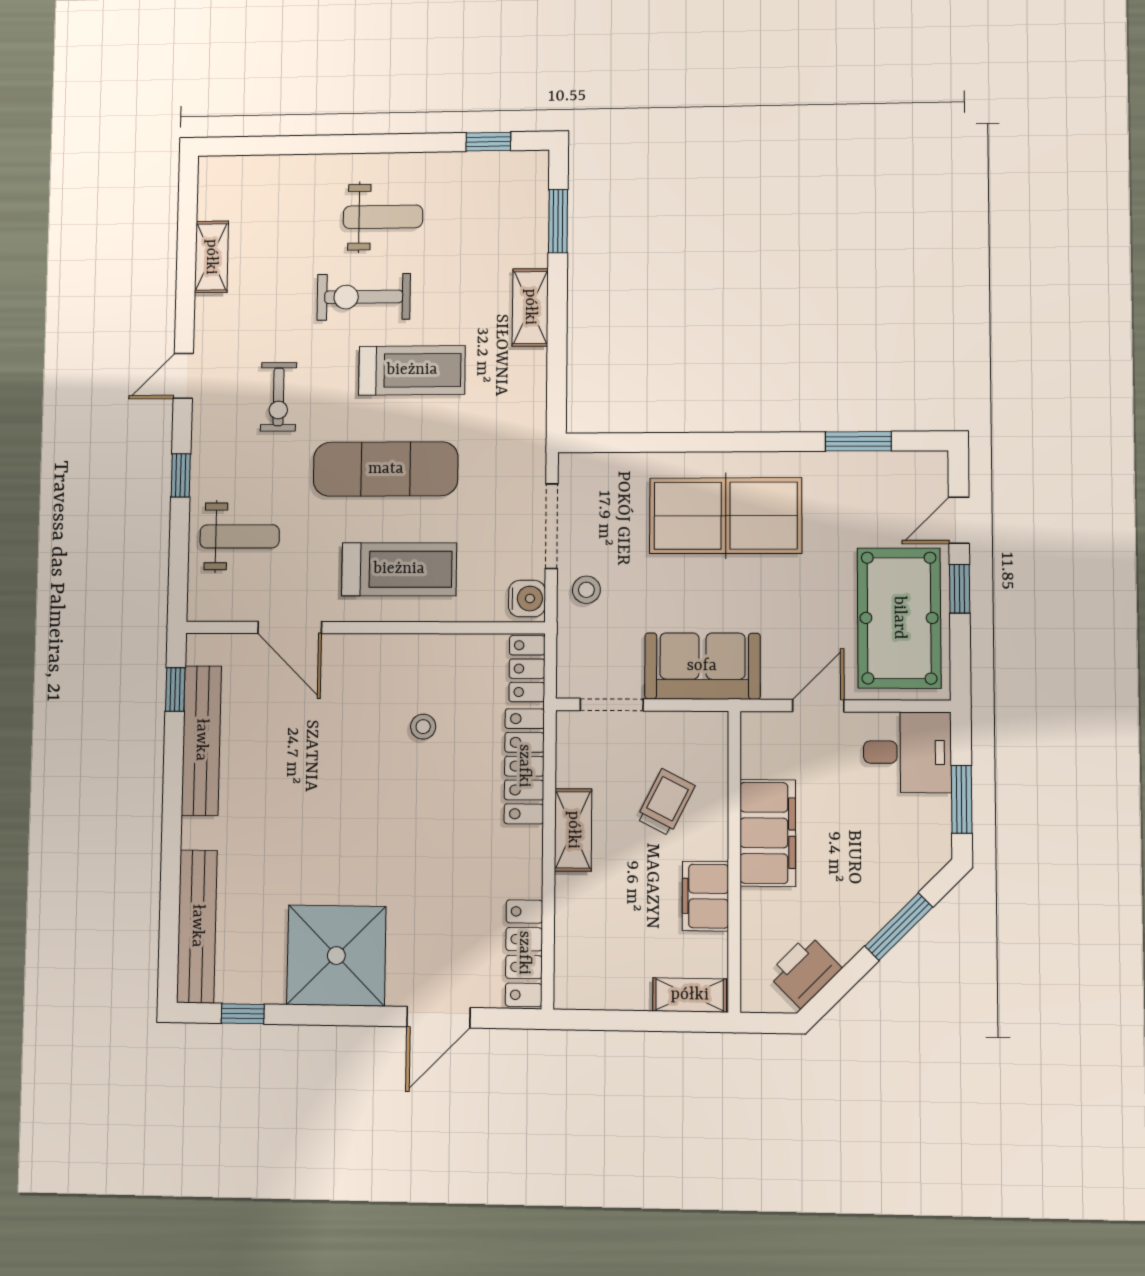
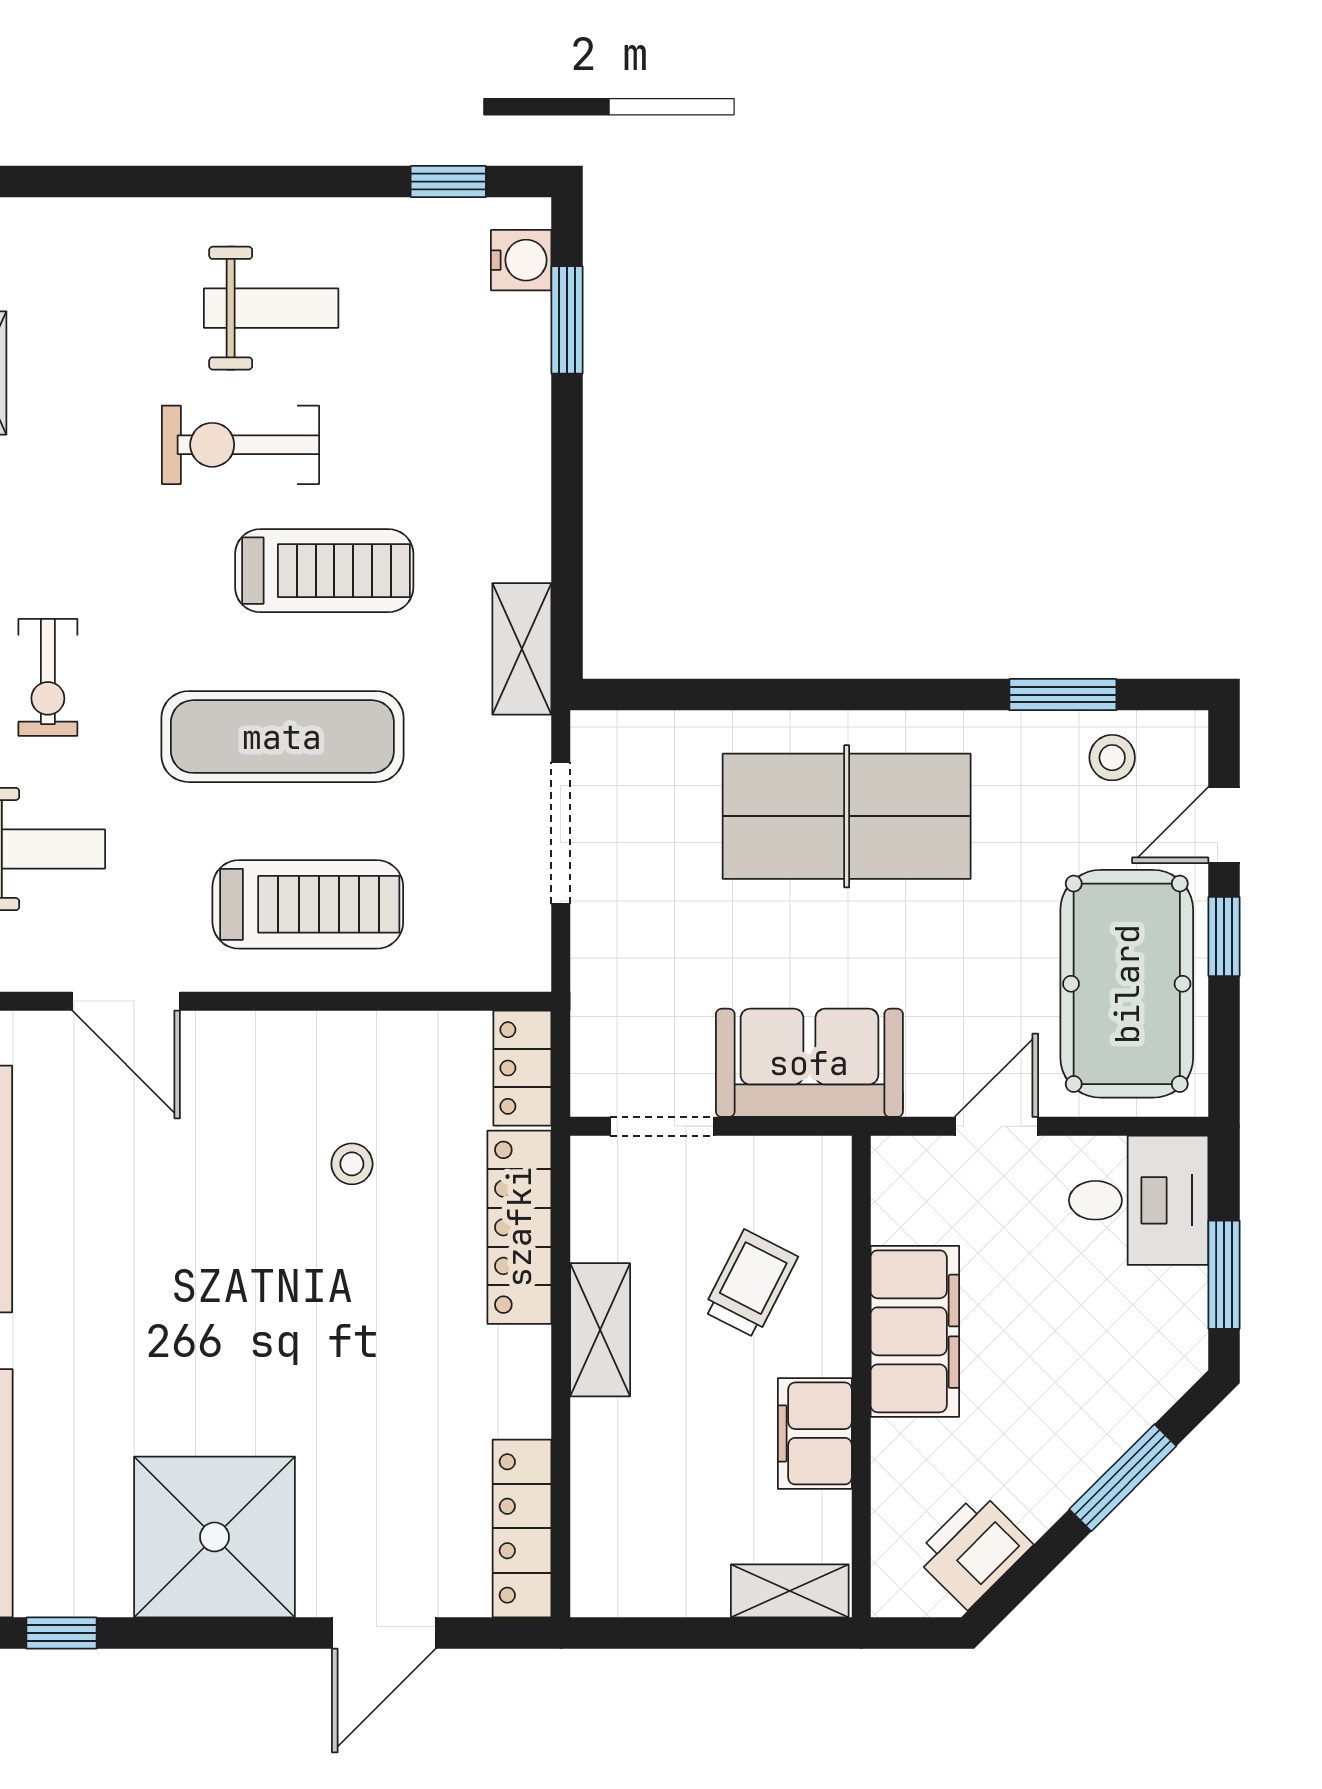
shelving: (530, 307) -> (522, 649), moved
exercise bike: (279, 397) -> (48, 677), moved
stool: (586, 590) -> (1112, 758), moved
water cooler: (527, 599) -> (521, 260), moved

